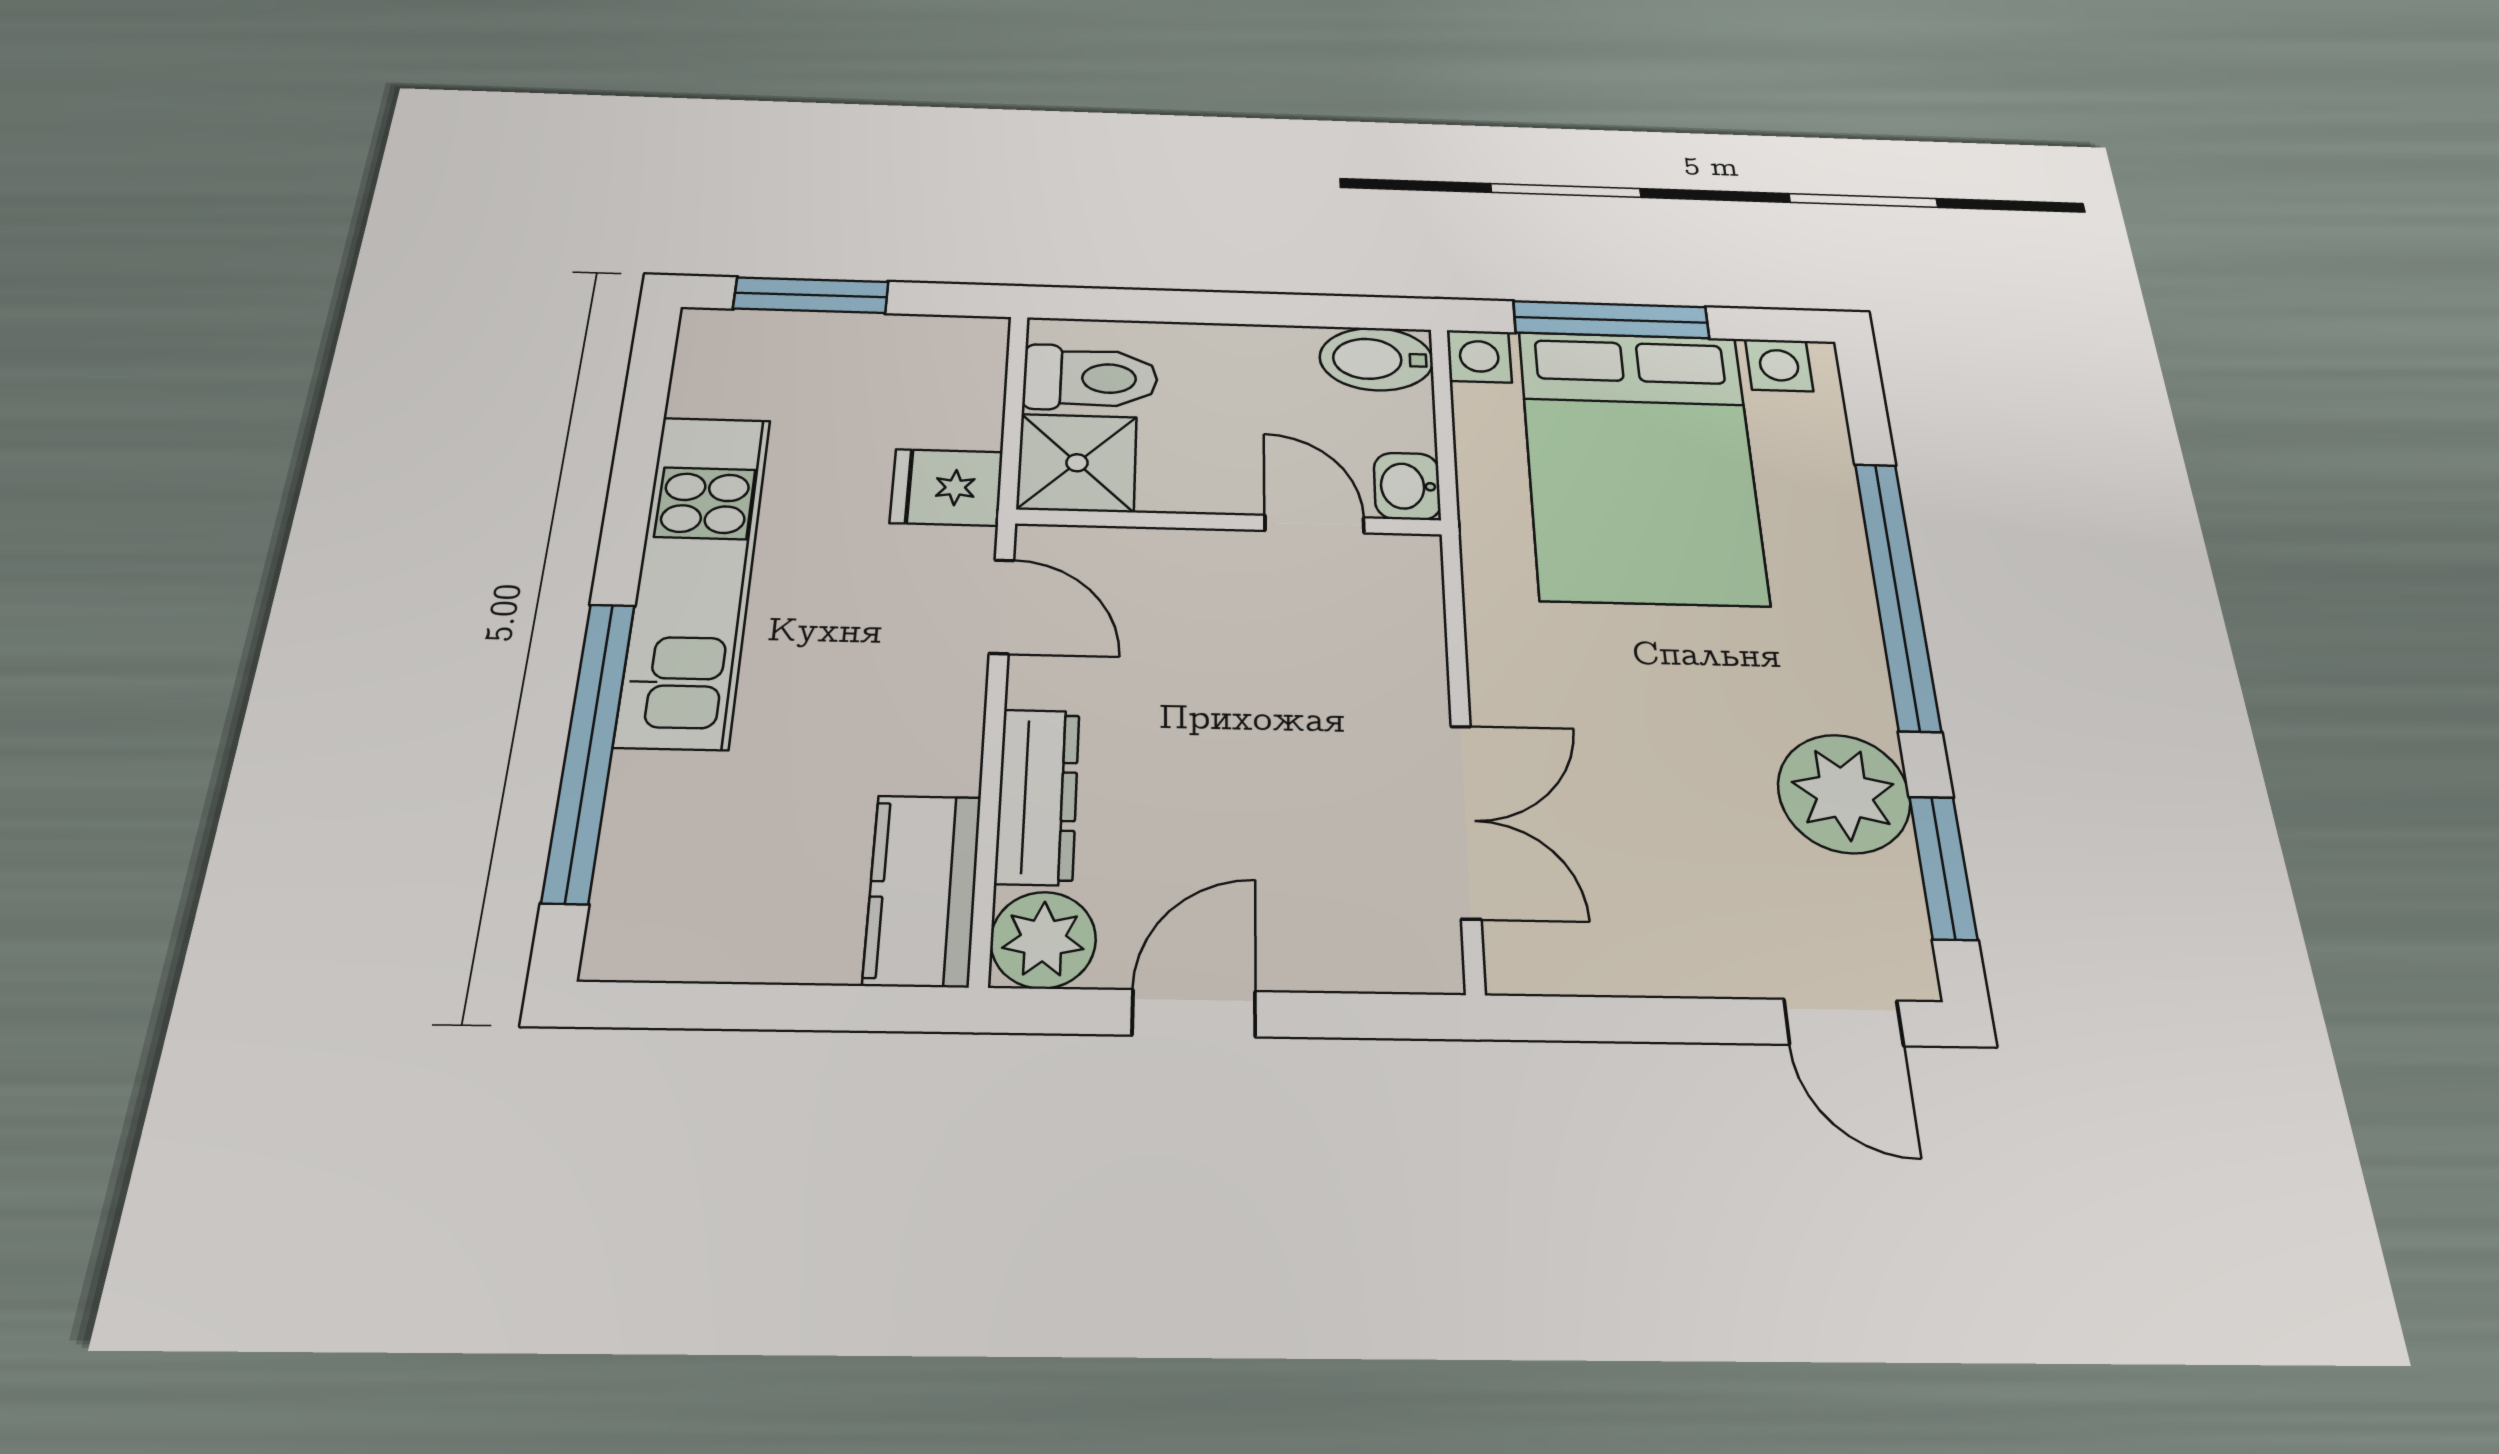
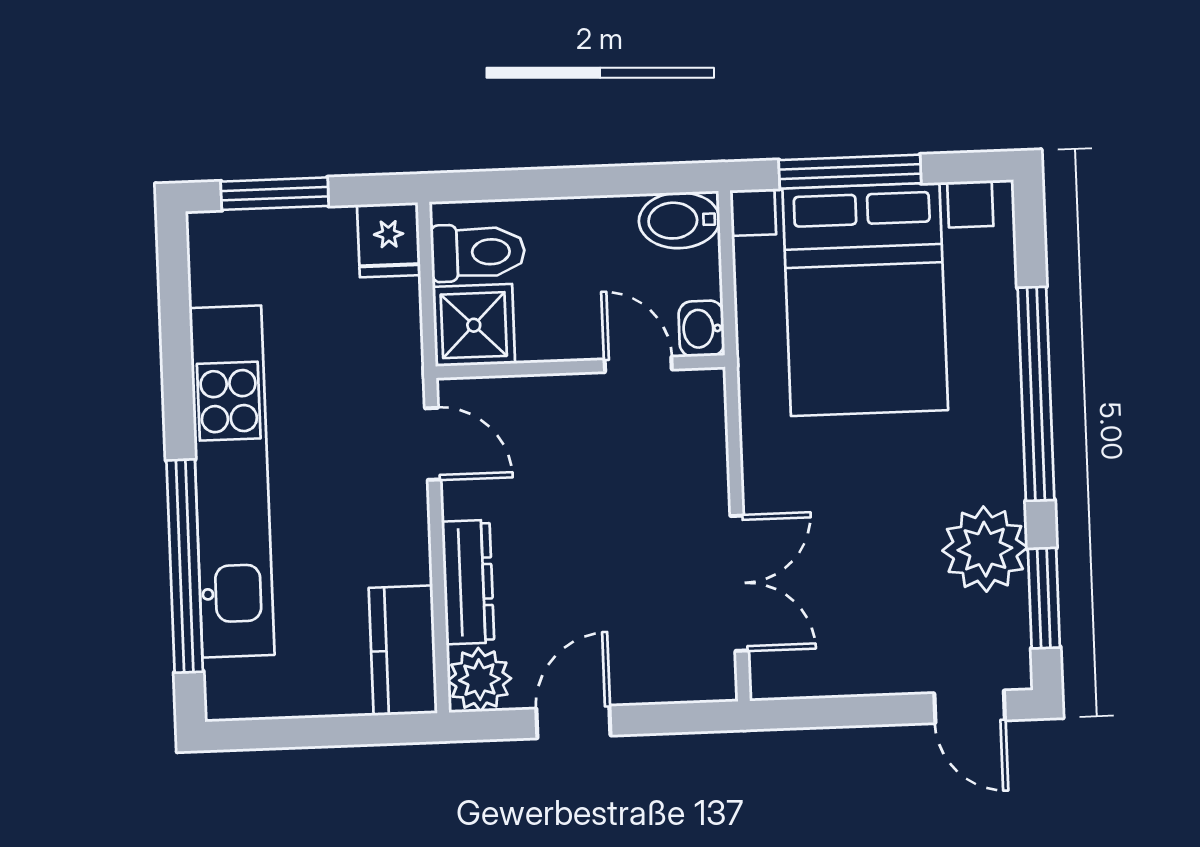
fridge: (947, 487) -> (389, 240), moved, turned -90
kitchen unit: (695, 577) -> (232, 481), width x1.36

